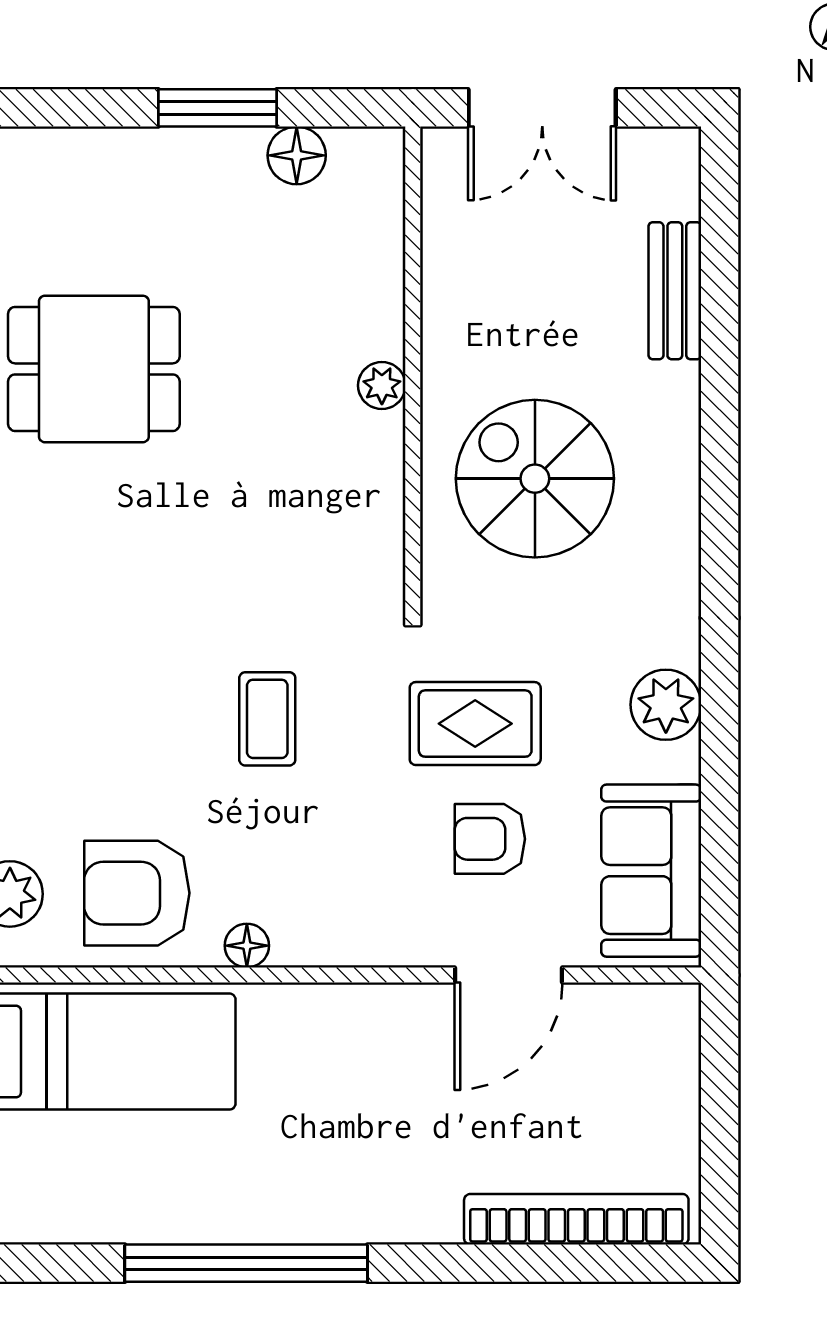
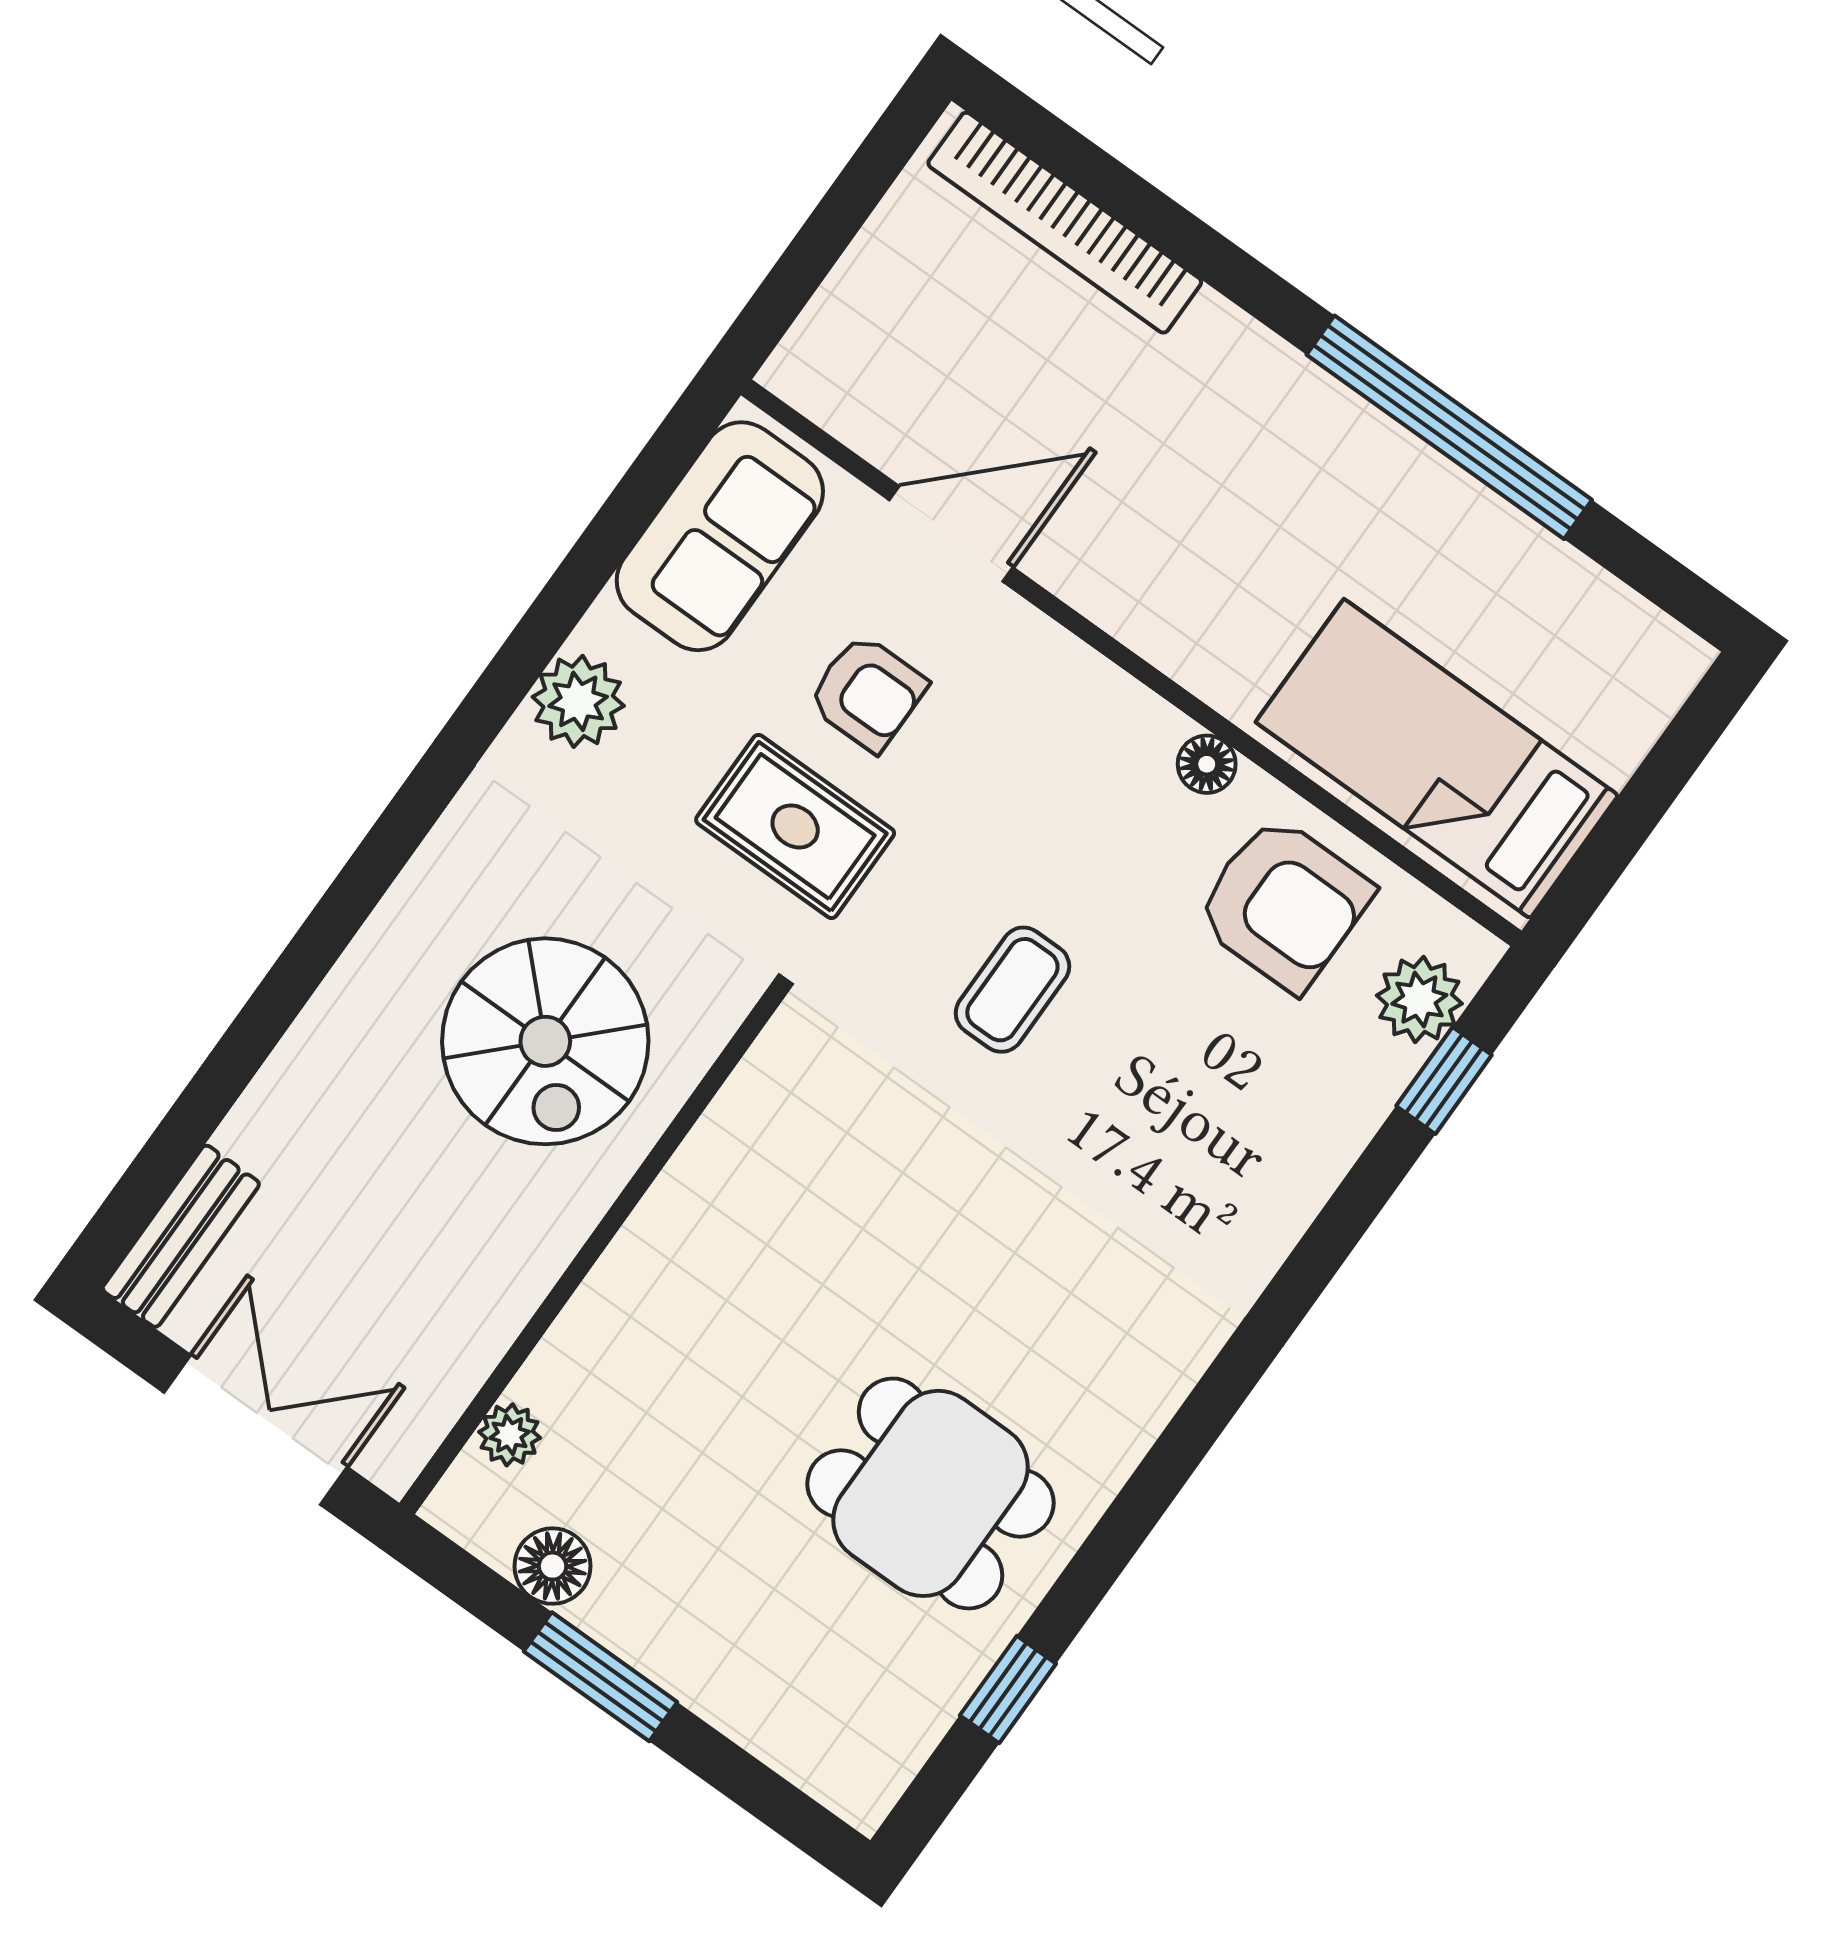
bench: (675, 291) -> (181, 1236), moved
plant: (382, 385) -> (510, 1435), moved

